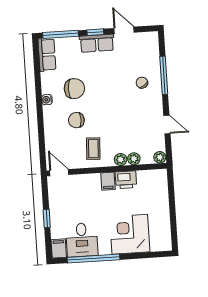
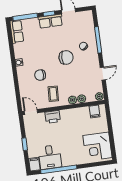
chair: (74, 89) -> (66, 57), moved
door: (167, 125) -> (103, 74), hinge flipped
printer: (126, 180) -> (53, 117), moved
filing cabinet: (108, 181) -> (95, 111), moved
corner desk: (130, 234) -> (97, 147), moved, turned -90

